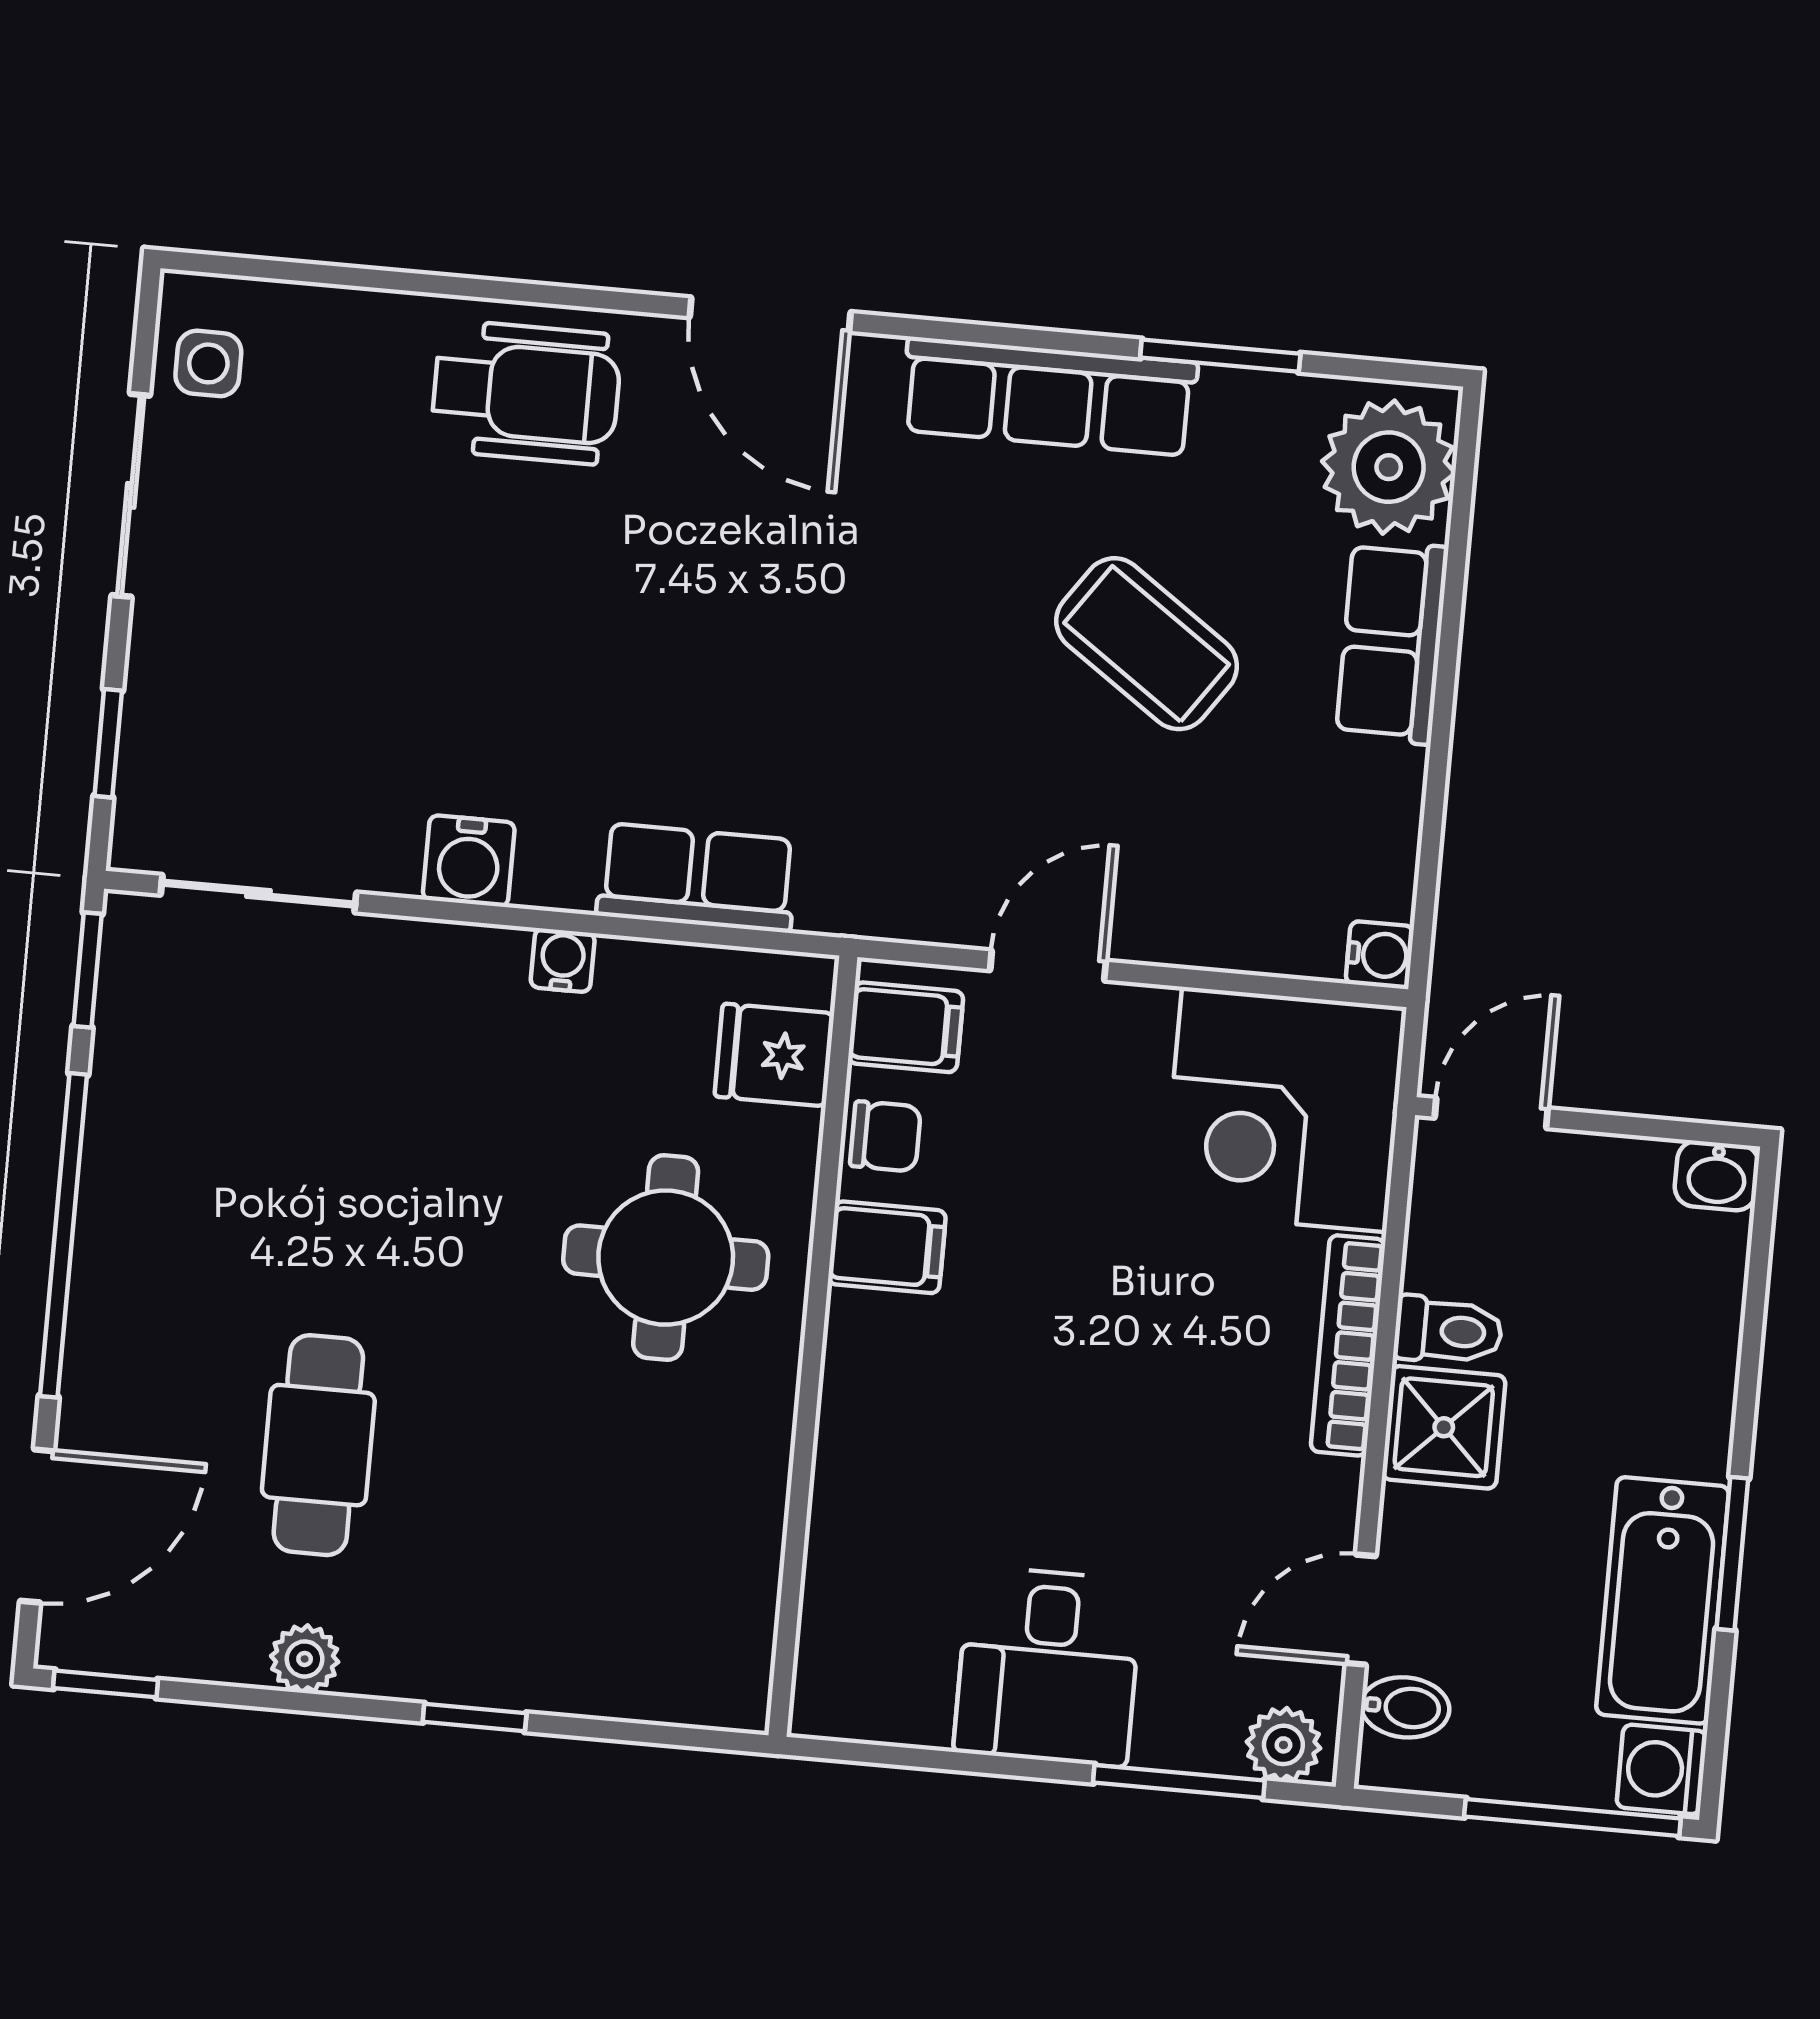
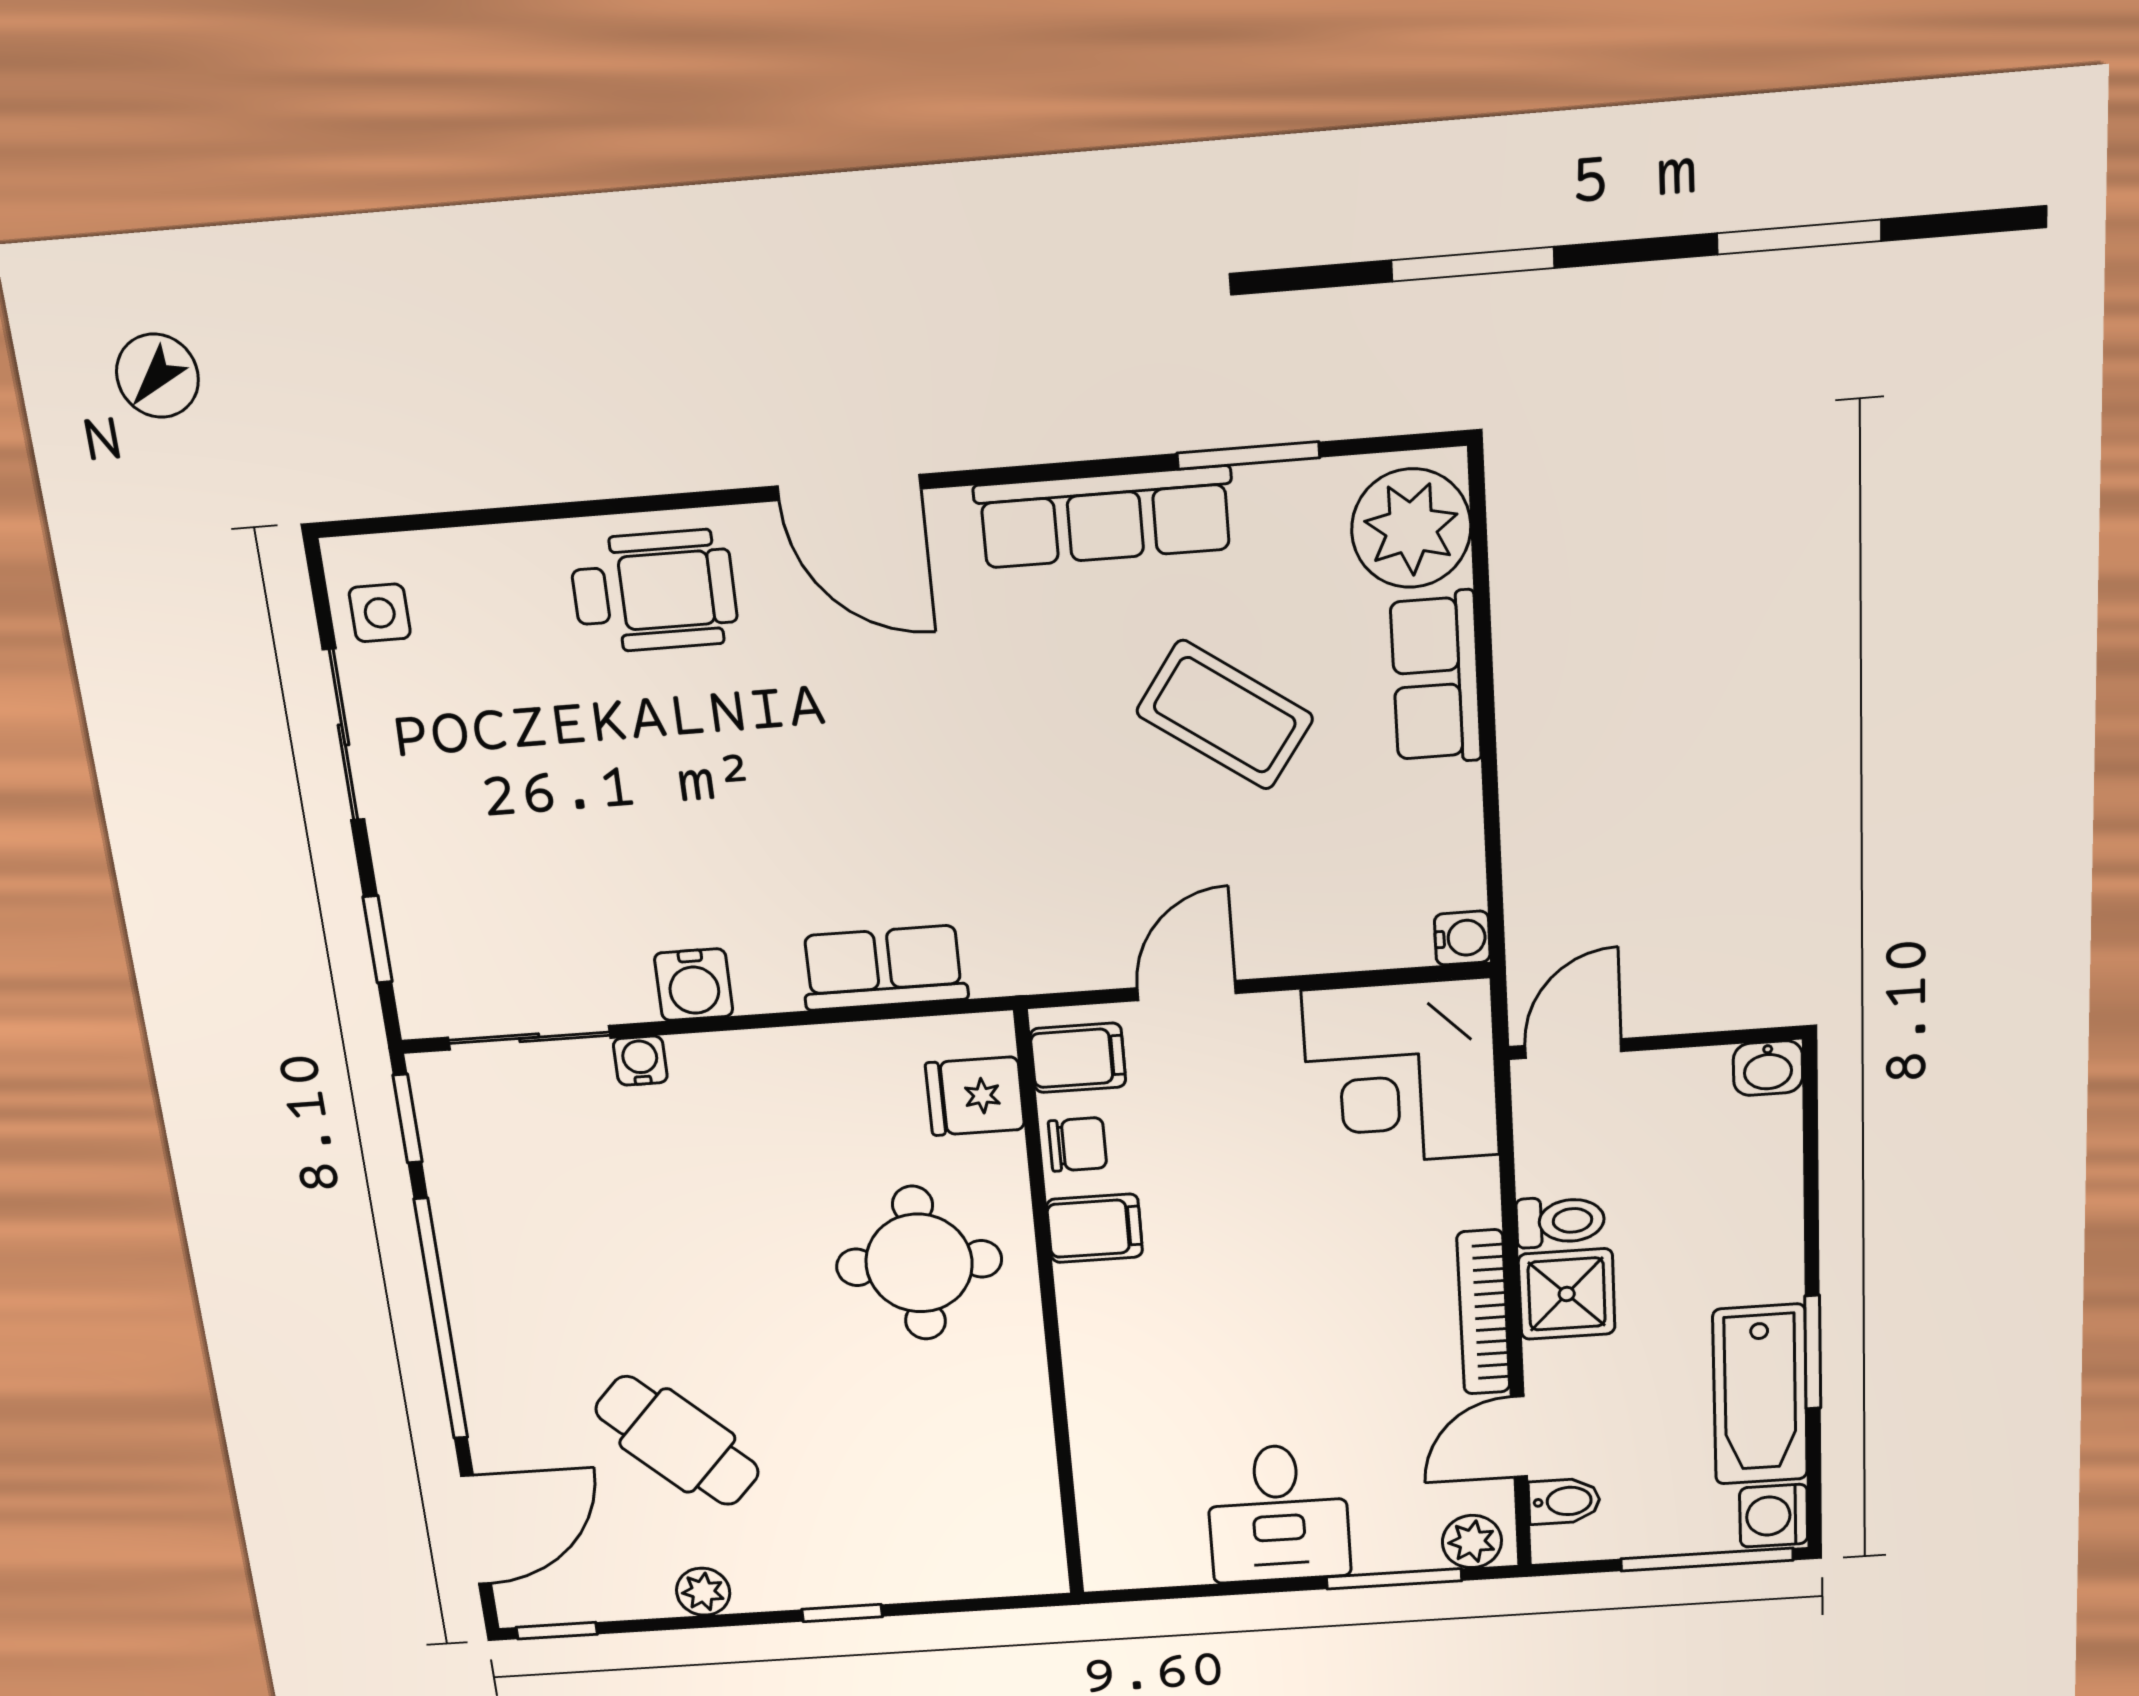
water cooler: (563, 960) -> (640, 1061), moved
bookcase: (1348, 1345) -> (1483, 1312), moved
cafe table: (318, 1445) -> (677, 1441), turned -47

